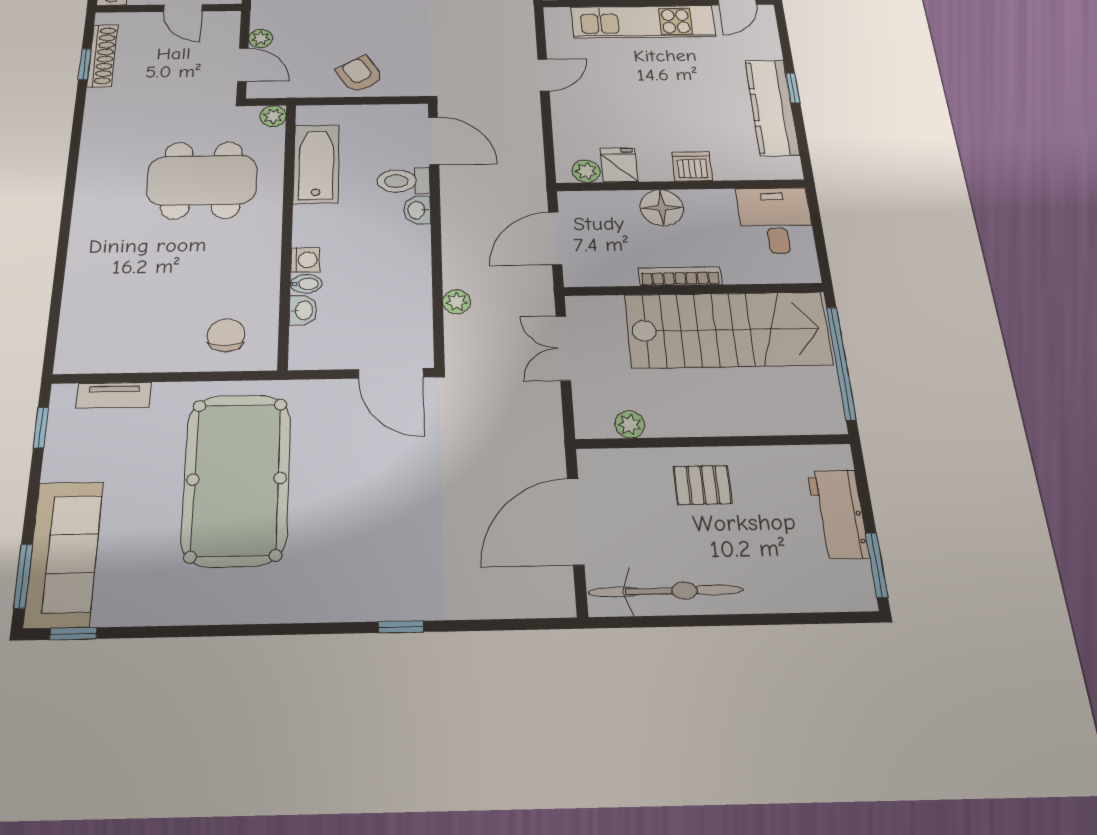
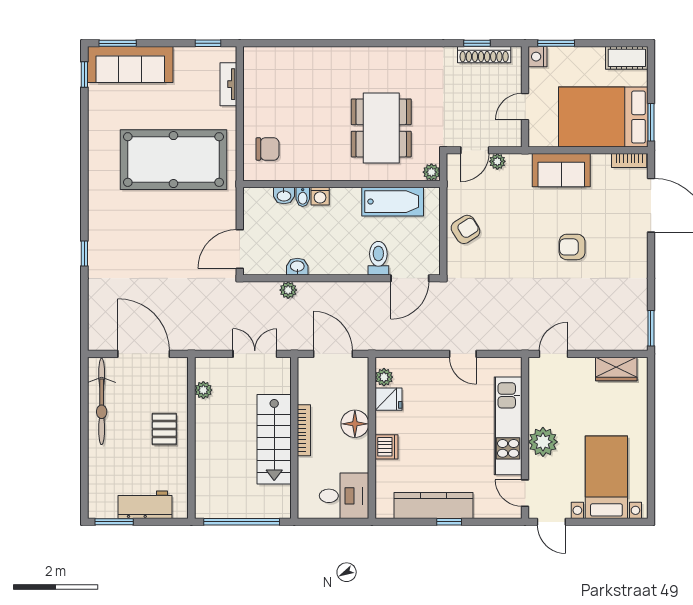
washbasin: (417, 210) -> (297, 267), moved
stairs: (728, 330) -> (274, 439), width x0.73, depth x0.66

